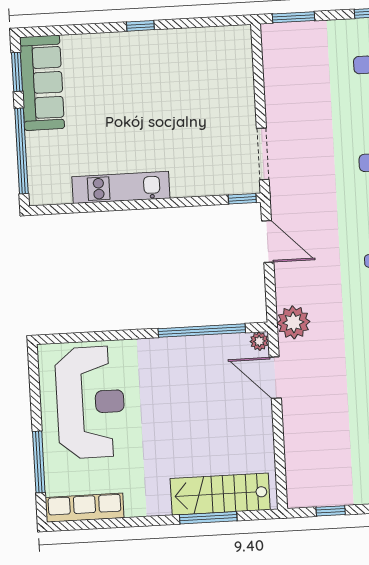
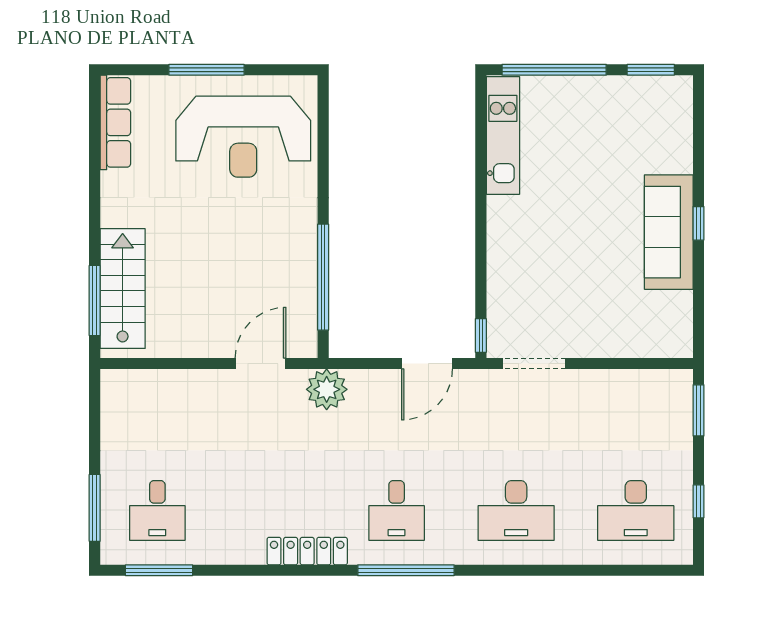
sofa: (42, 83) -> (669, 232), moved, turned 90
kitchen unit: (121, 187) -> (503, 135), moved
plant: (259, 341) -> (306, 347), removed
window: (39, 462) -> (206, 70), moved
window: (331, 511) -> (95, 422), removed
window: (208, 518) -> (95, 300), moved

